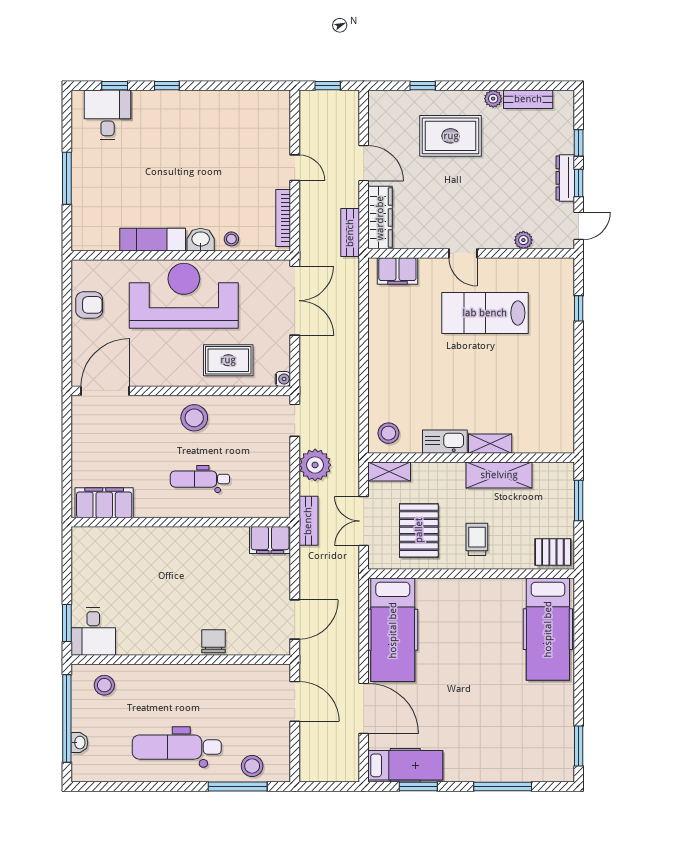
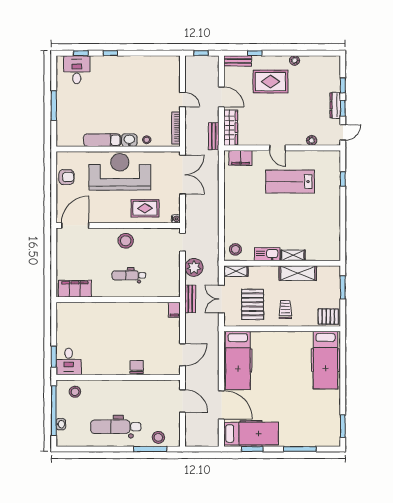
bench: (528, 99) -> (238, 61), moved
filing cabinet: (270, 540) -> (174, 310), width x0.50
hospital bed: (405, 765) -> (251, 434), width x1.37, depth x1.29

